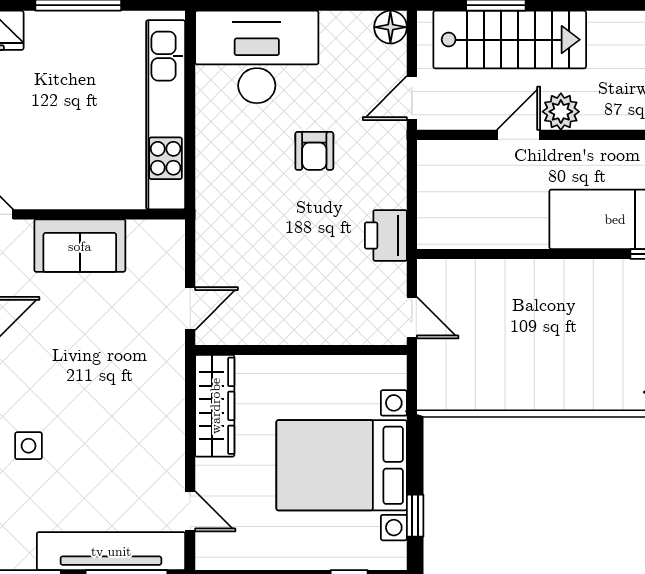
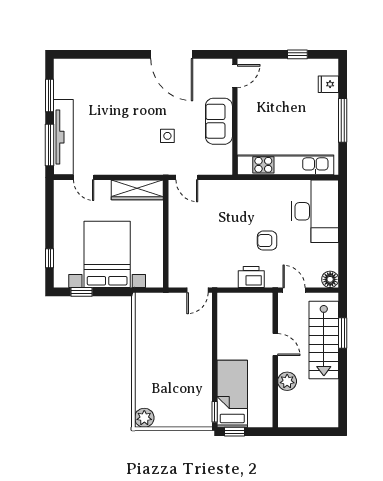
plant: (561, 112) -> (287, 381), moved
printer: (386, 236) -> (251, 277), moved
door: (412, 318) -> (197, 290), moved
side table: (29, 446) -> (167, 136), moved
door: (190, 511) -> (84, 177), hinge flipped

